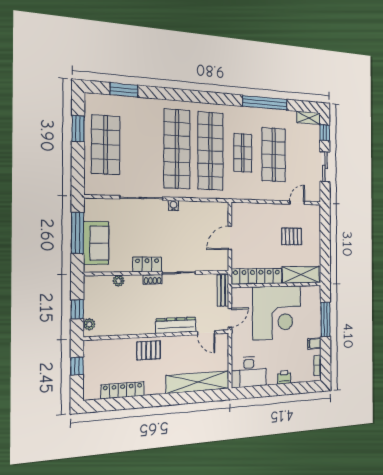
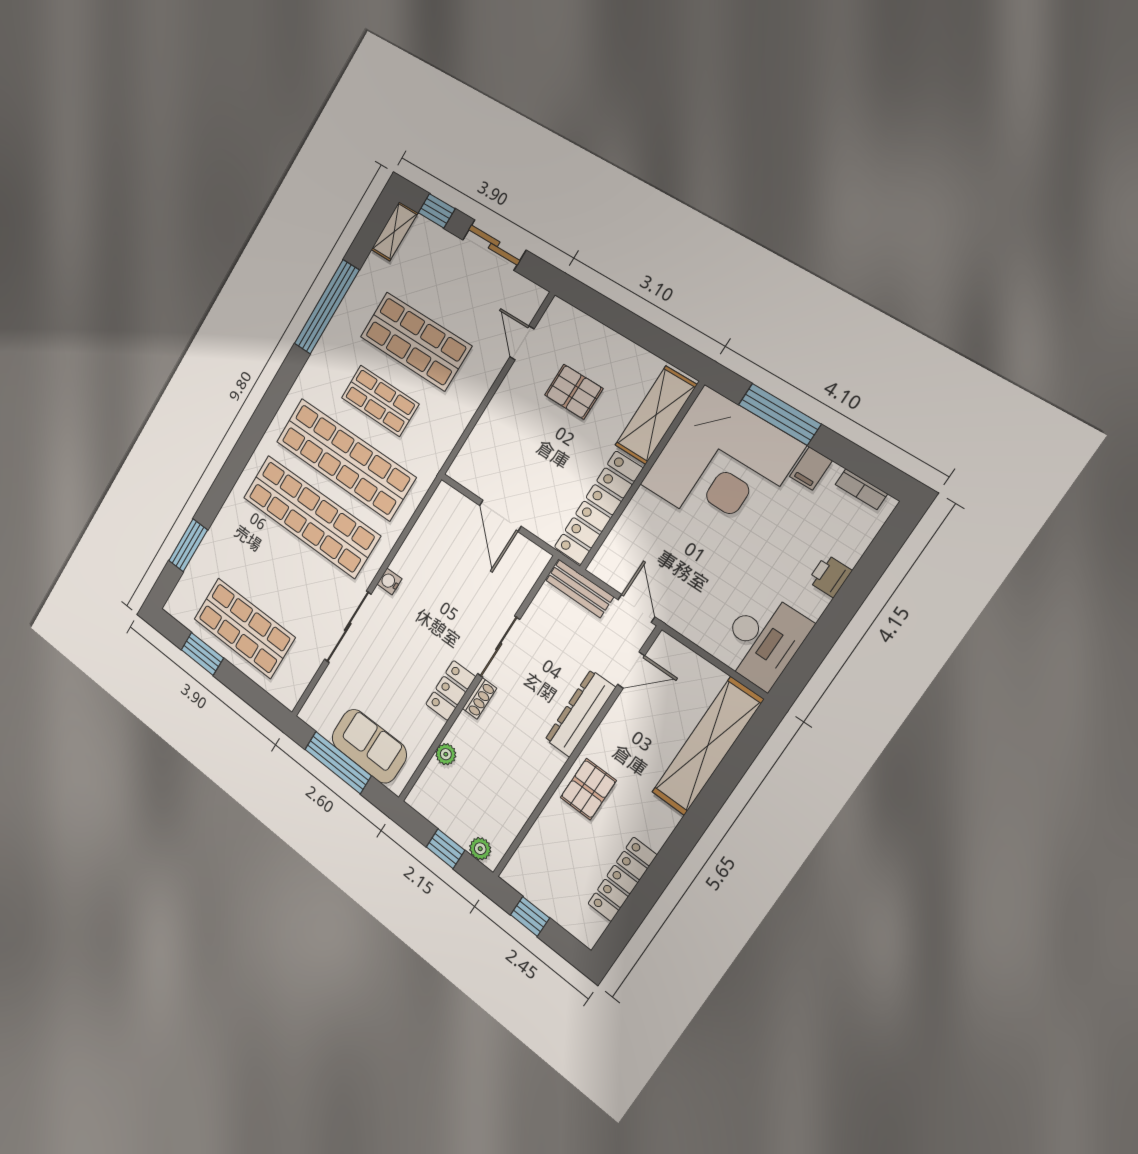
pallet: (292, 236) -> (574, 392), turned 90
corner desk: (277, 313) -> (722, 465), moved, turned 90

